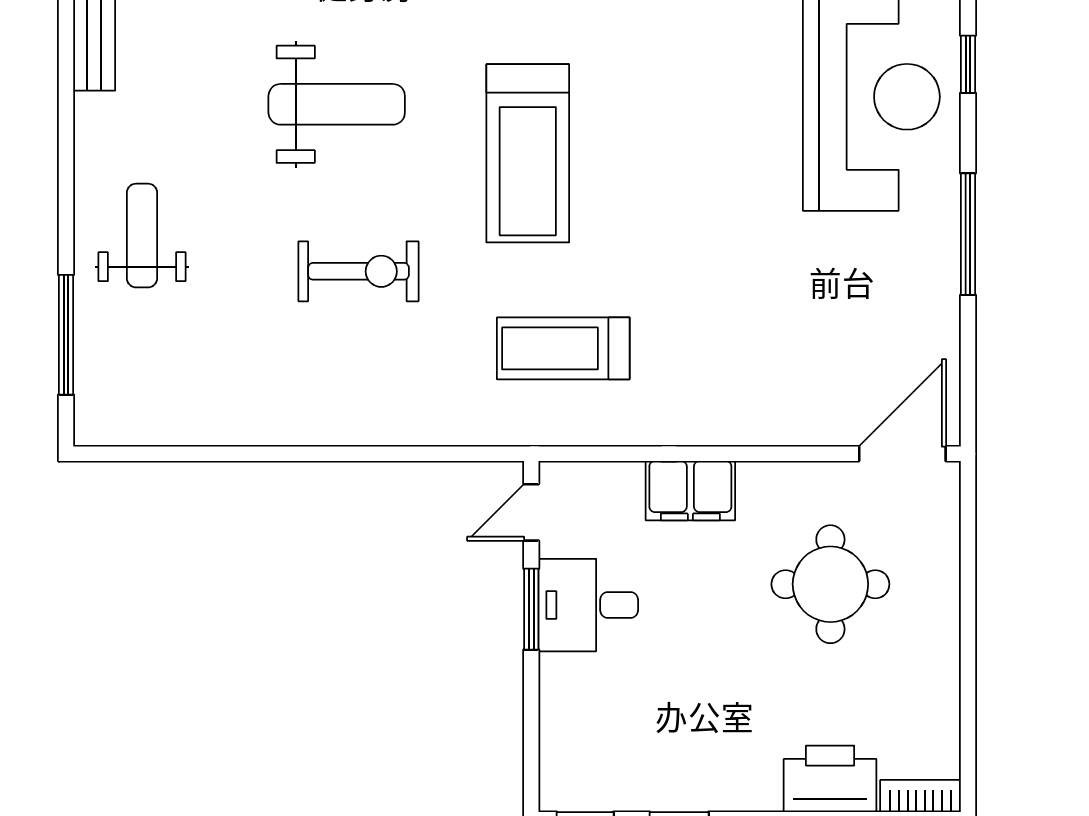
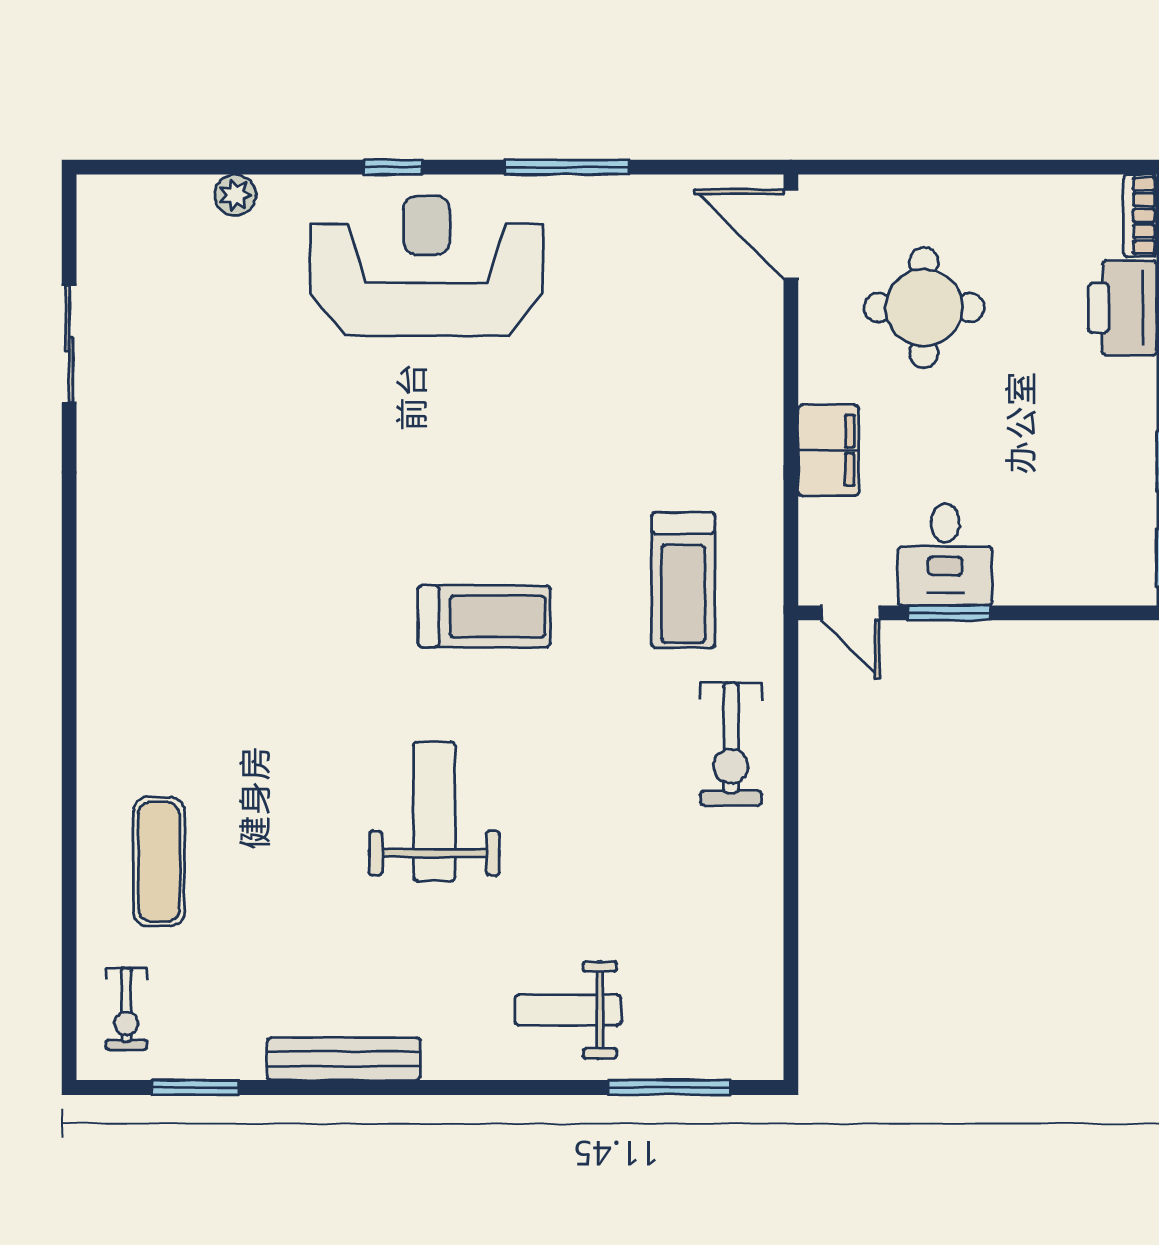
treadmill: (528, 153) -> (484, 616), width x0.73, depth x0.73
exercise bike: (358, 271) -> (731, 744), moved, turned 180

